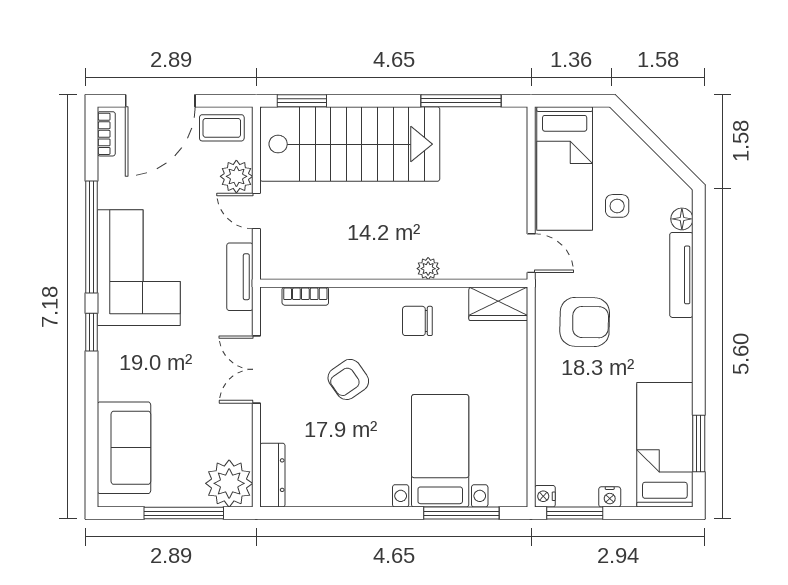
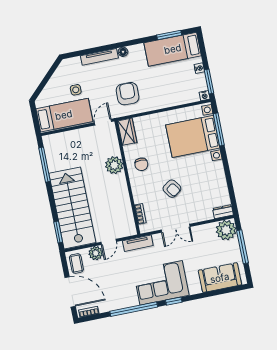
floor lamp: (682, 219) -> (123, 52), moved
corner sofa: (139, 268) -> (161, 283), moved
plant: (428, 269) -> (114, 165), width x1.88, depth x1.88
bed with nightstands: (440, 451) -> (193, 136), width x1.36
dresser: (272, 475) -> (223, 212), width x0.70

